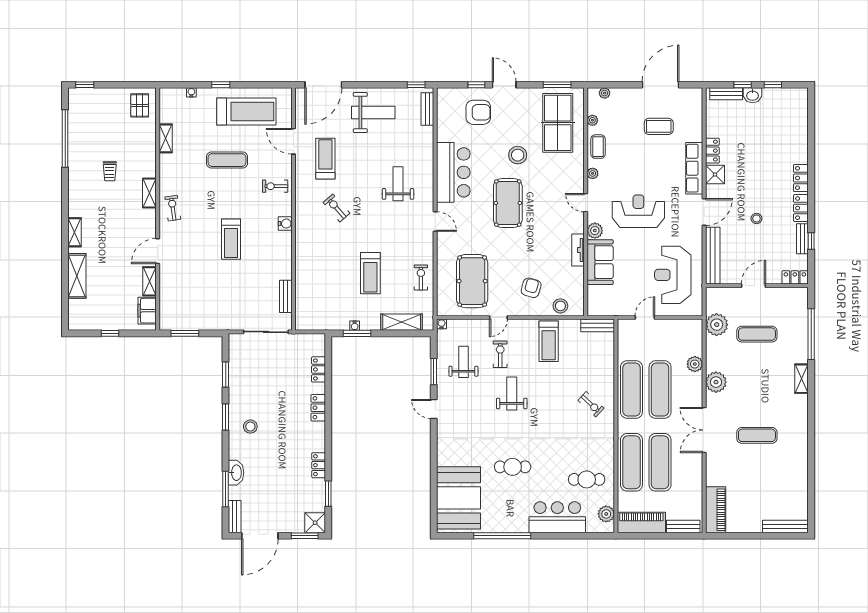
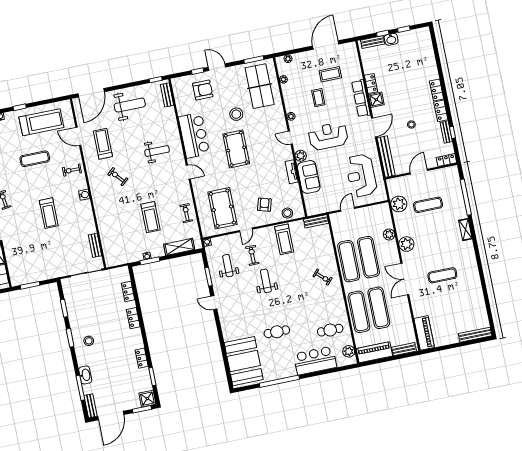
coffee table: (598, 147) -> (318, 98), moved
weight bench: (398, 184) -> (157, 151), turned 90

